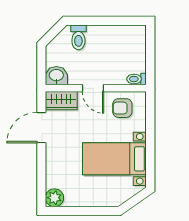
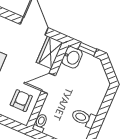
toilet: (78, 37) -> (84, 118), moved
window: (41, 64) -> (87, 49), added

